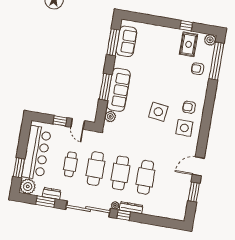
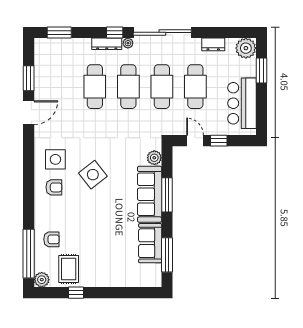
sofa: (126, 41) -> (150, 243), moved
side table: (158, 112) -> (93, 175), turned 45
bar counter: (37, 153) -> (242, 103), width x0.73
cafe table: (70, 164) -> (195, 87), width x1.37, depth x1.35
window: (45, 202) -> (59, 32), moved

